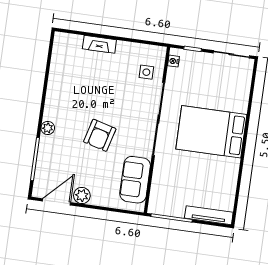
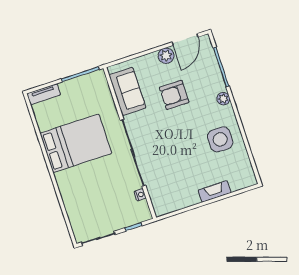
nightstand: (173, 61) -> (140, 195), moved
side table: (146, 72) -> (220, 139), moved, width x1.87, depth x1.87
bed: (211, 132) -> (76, 143), moved
armchair: (100, 135) -> (174, 95), moved, turned -105
tv unit: (209, 215) -> (44, 94), width x0.71

